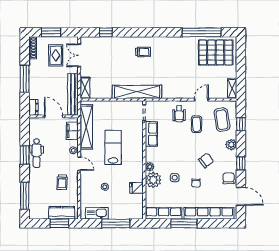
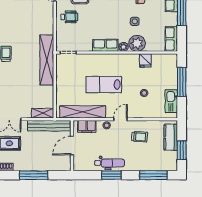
dresser: (33, 107) -> (63, 166), removed
row of seats: (151, 134) -> (105, 45), moved
row of seats: (164, 213) -> (171, 39), width x0.68
window: (59, 223) -> (182, 150), moved

